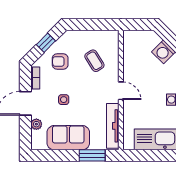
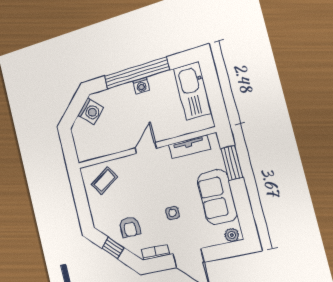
coffee table: (94, 61) -> (104, 181), moved
plant: (36, 124) -> (232, 235), moved
tv unit: (113, 126) -> (189, 147), width x0.71

